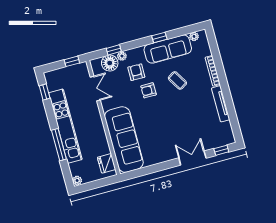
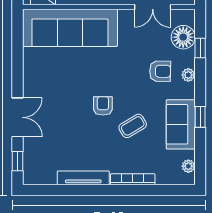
sofa: (168, 49) -> (181, 124), width x0.73
plant: (122, 56) -> (188, 75), moved
armchair: (149, 90) -> (103, 106), moved

